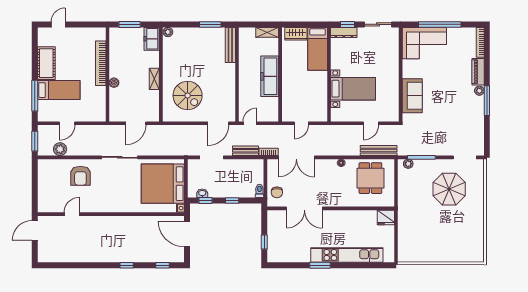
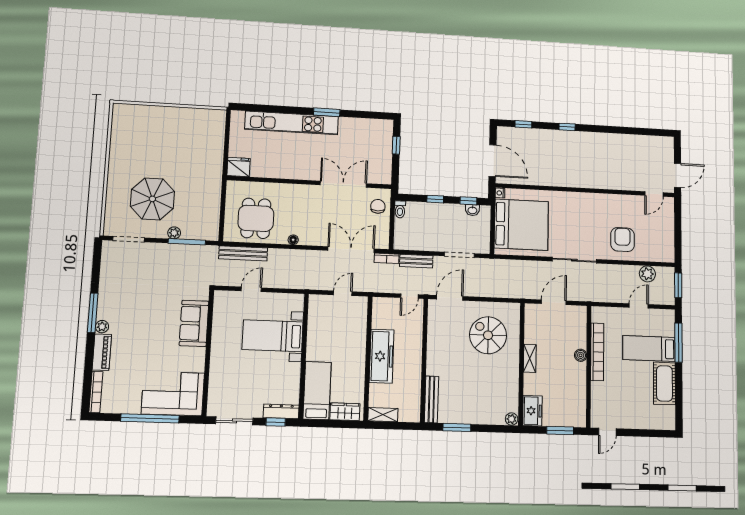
door: (58, 24) -> (607, 432), moved
bookcase: (101, 63) -> (597, 352), moved
plant: (408, 164) -> (174, 233), moved
door: (72, 214) -> (654, 194), moved

